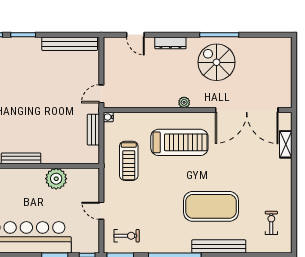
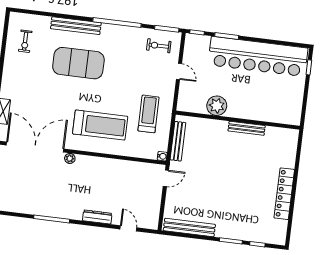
spiral stairs: (217, 62) -> (57, 194), removed
plant: (184, 102) -> (70, 158), moved
bench: (93, 130) -> (178, 141), width x1.36
treadmill: (179, 142) -> (100, 125), turned 180

